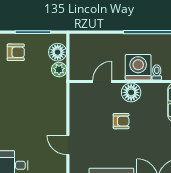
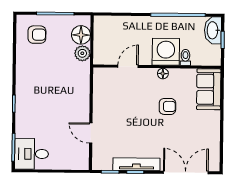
floor lamp: (131, 92) -> (163, 74), width x0.53, depth x0.53
armchair: (121, 121) -> (167, 106), moved

